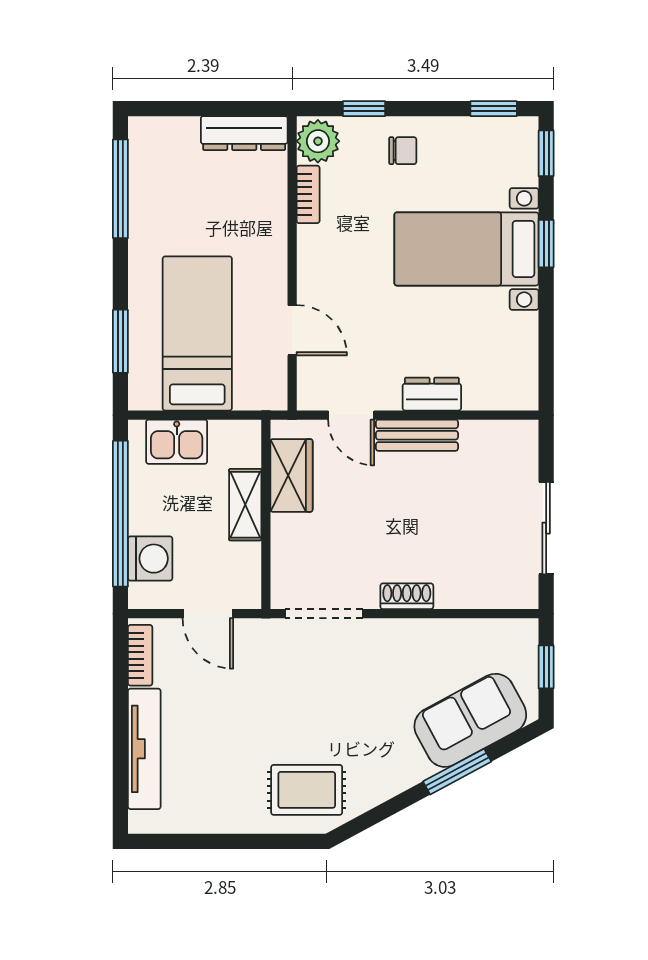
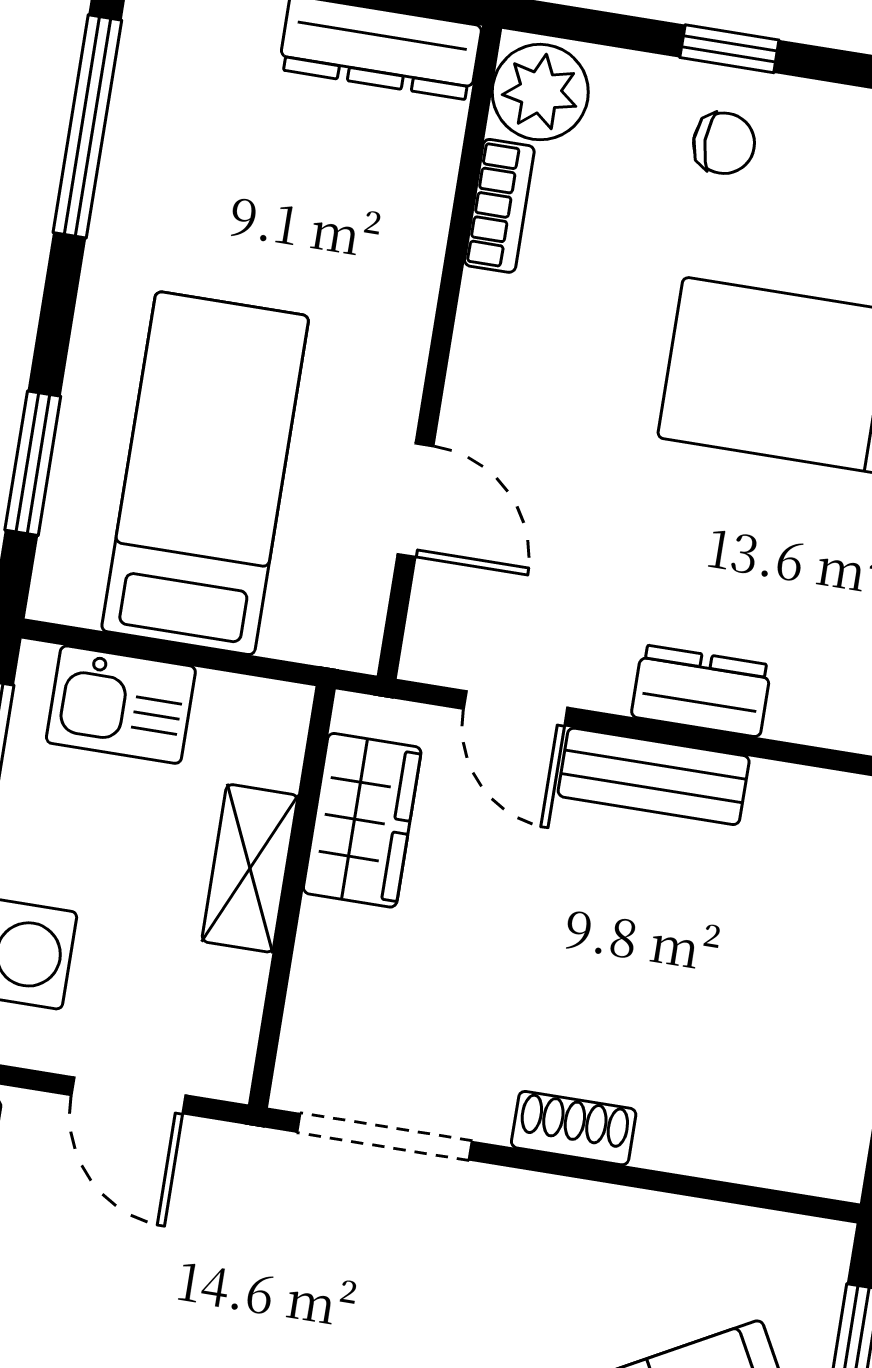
window: (364, 109) -> (729, 49), moved

